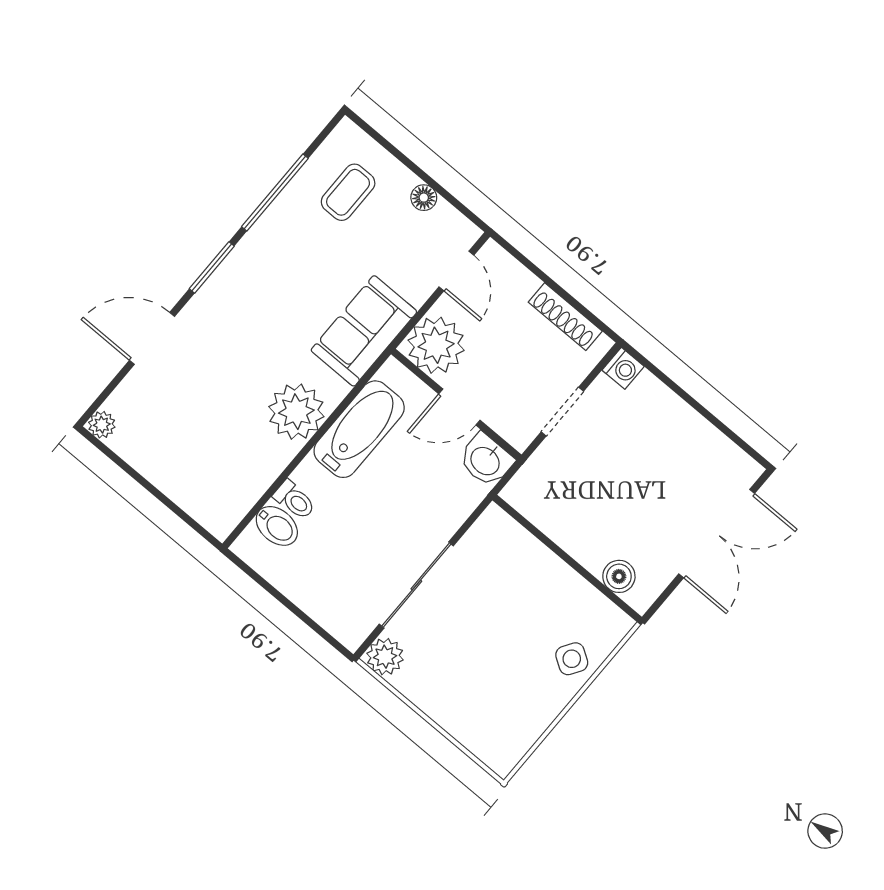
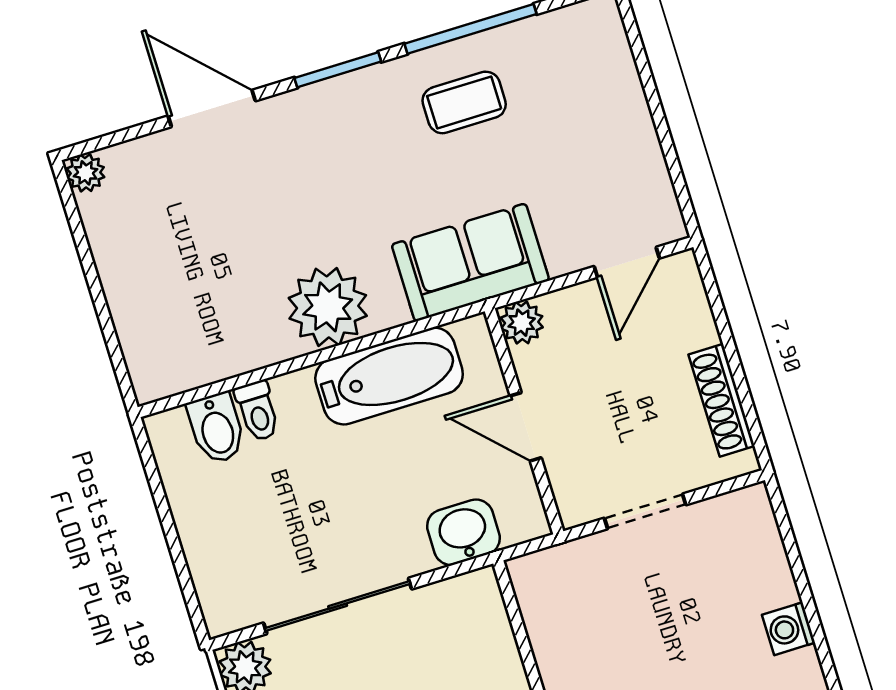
coffee table: (348, 192) -> (464, 102), moved
floor lamp: (424, 198) -> (644, 149), removed
plant: (436, 345) -> (522, 323), width x0.53, depth x0.53
washing machine: (623, 368) -> (789, 629), moved, turned 90
washbasin: (486, 460) -> (463, 532), moved, turned 90

